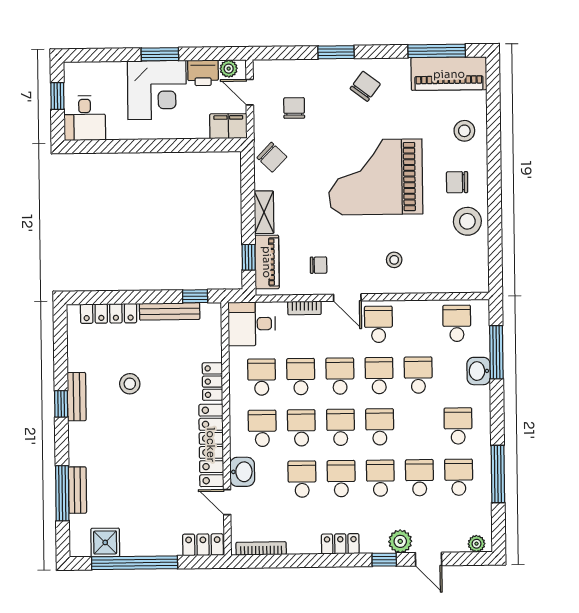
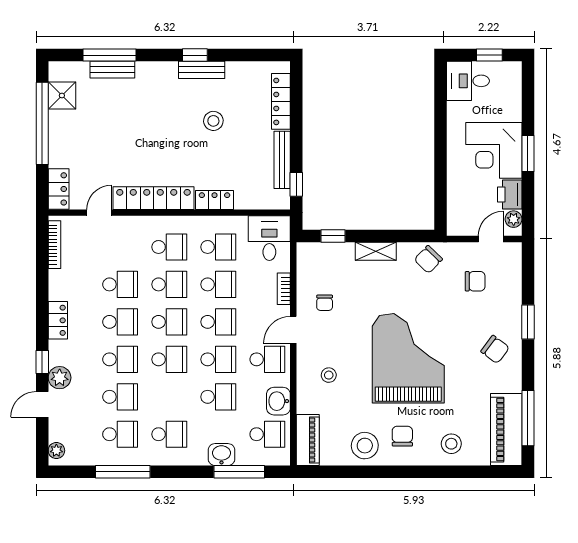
filing cabinet: (228, 126) -> (459, 218), removed
piano: (267, 262) -> (308, 440), moved, turned -90
washbasin: (242, 472) -> (278, 401), moved, turned 90

